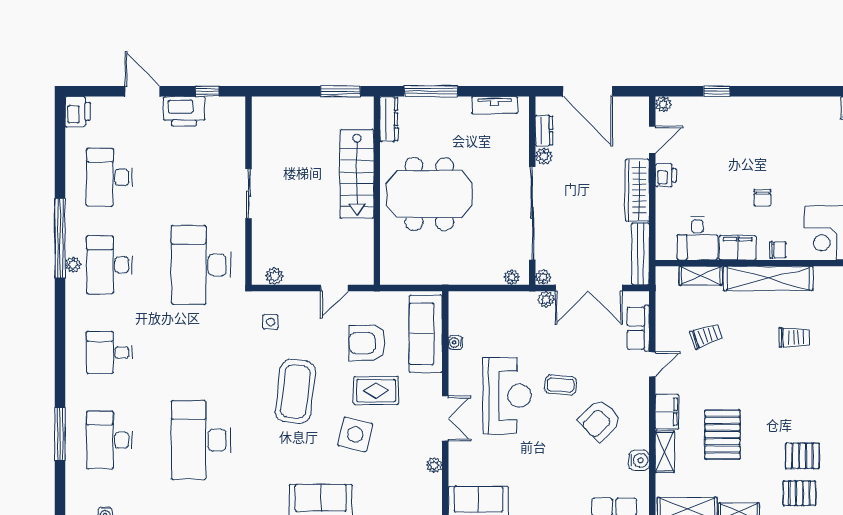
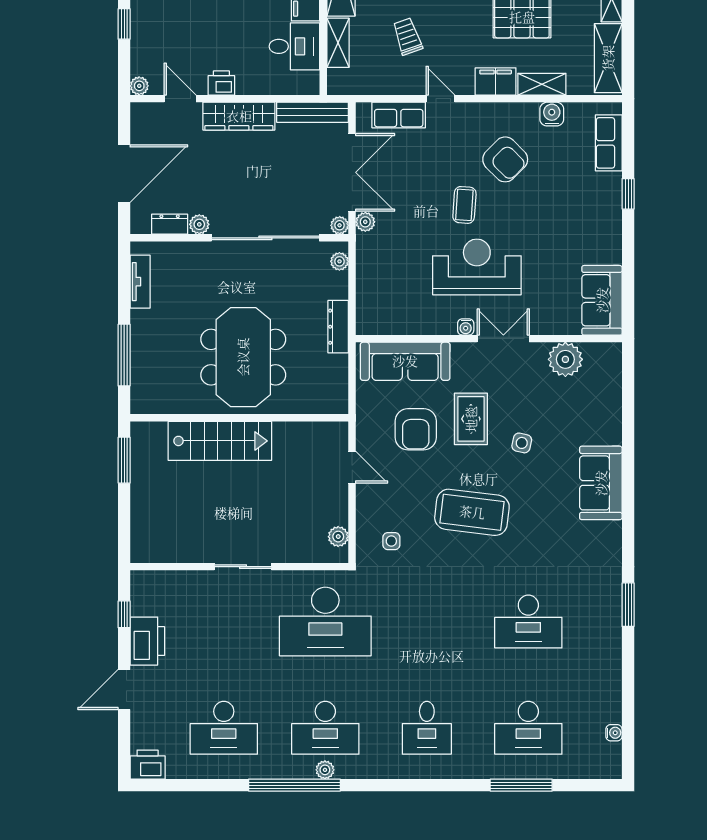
dresser: (389, 119) -> (338, 327), moved, turned -90
water cooler: (455, 342) -> (466, 327), moved
side table: (355, 434) -> (522, 443), width x0.54, depth x0.54
desk: (201, 440) -> (528, 622), width x0.73, depth x0.77
plant: (434, 465) -> (565, 359), width x1.88, depth x1.88

